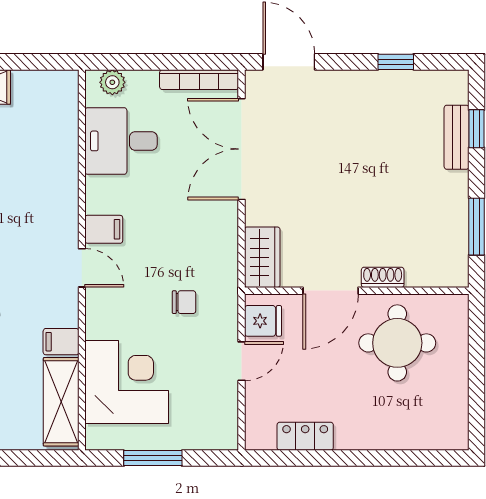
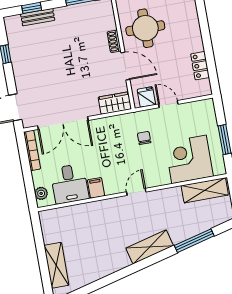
filing cabinet: (104, 229) -> (96, 188), moved
filing cabinet: (61, 342) -> (175, 196), removed

